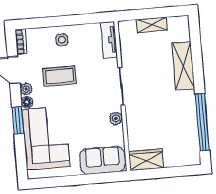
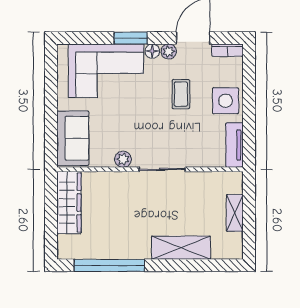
side table: (62, 40) -> (226, 101), width x1.87, depth x1.87
tv unit: (109, 40) -> (234, 145), moved, turned -90
coffee table: (60, 76) -> (181, 94), width x0.73, depth x0.77
wardrobe: (146, 160) -> (69, 203), width x1.50

